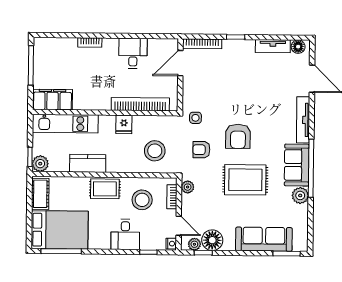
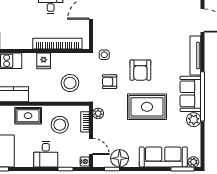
plant: (194, 244) -> (193, 162), moved

